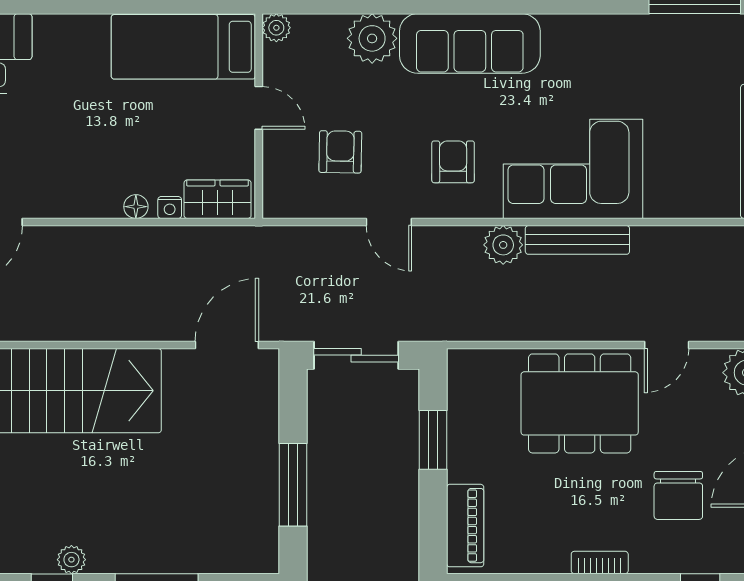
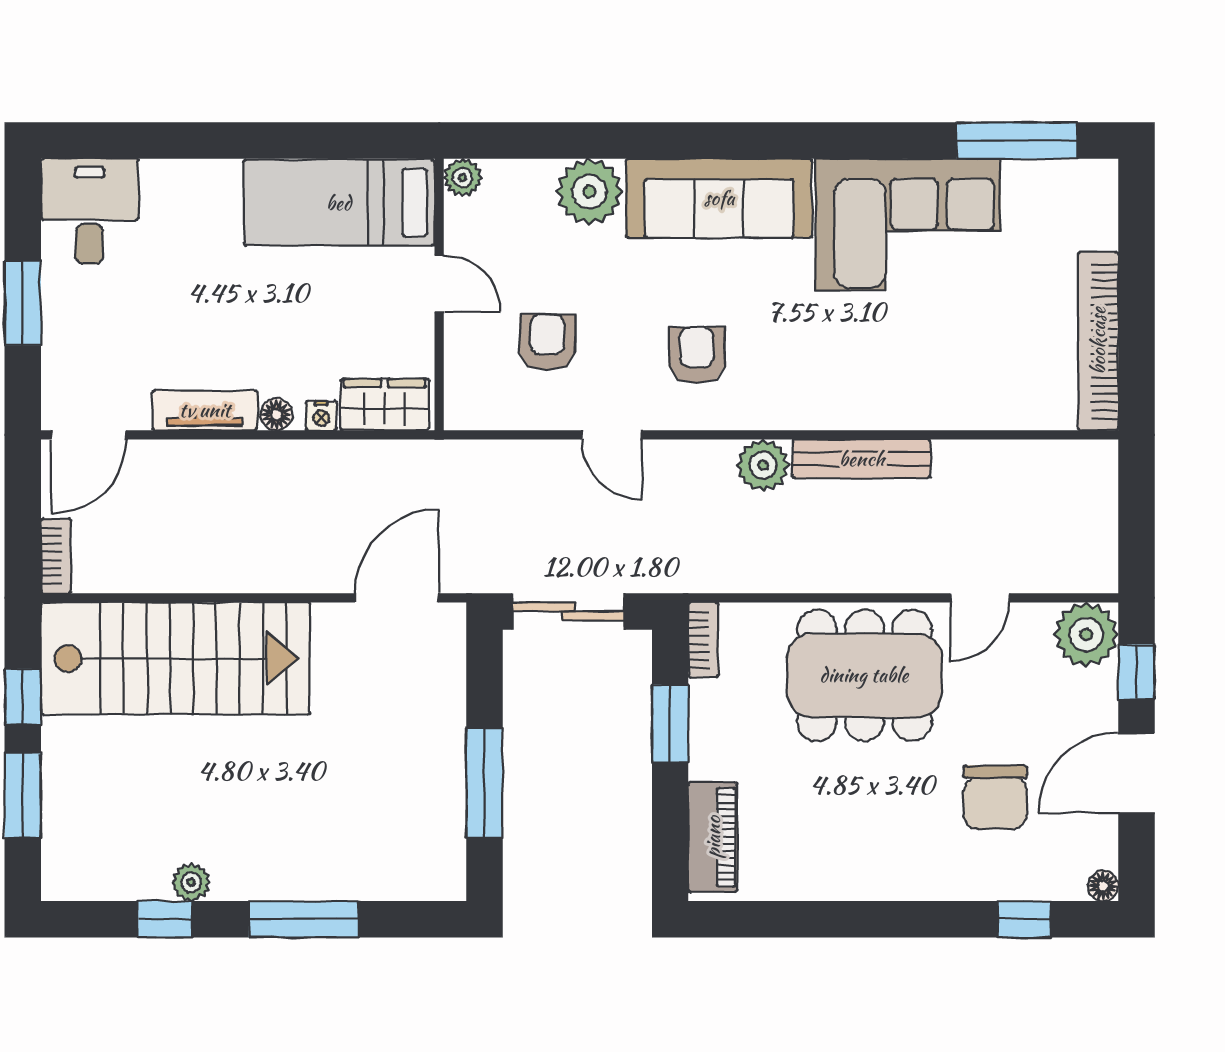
corner sofa: (573, 169) -> (908, 225), moved, turned 180
tv unit: (82, 203) -> (205, 410), added
bookcase: (600, 562) -> (703, 640), moved, turned 90

